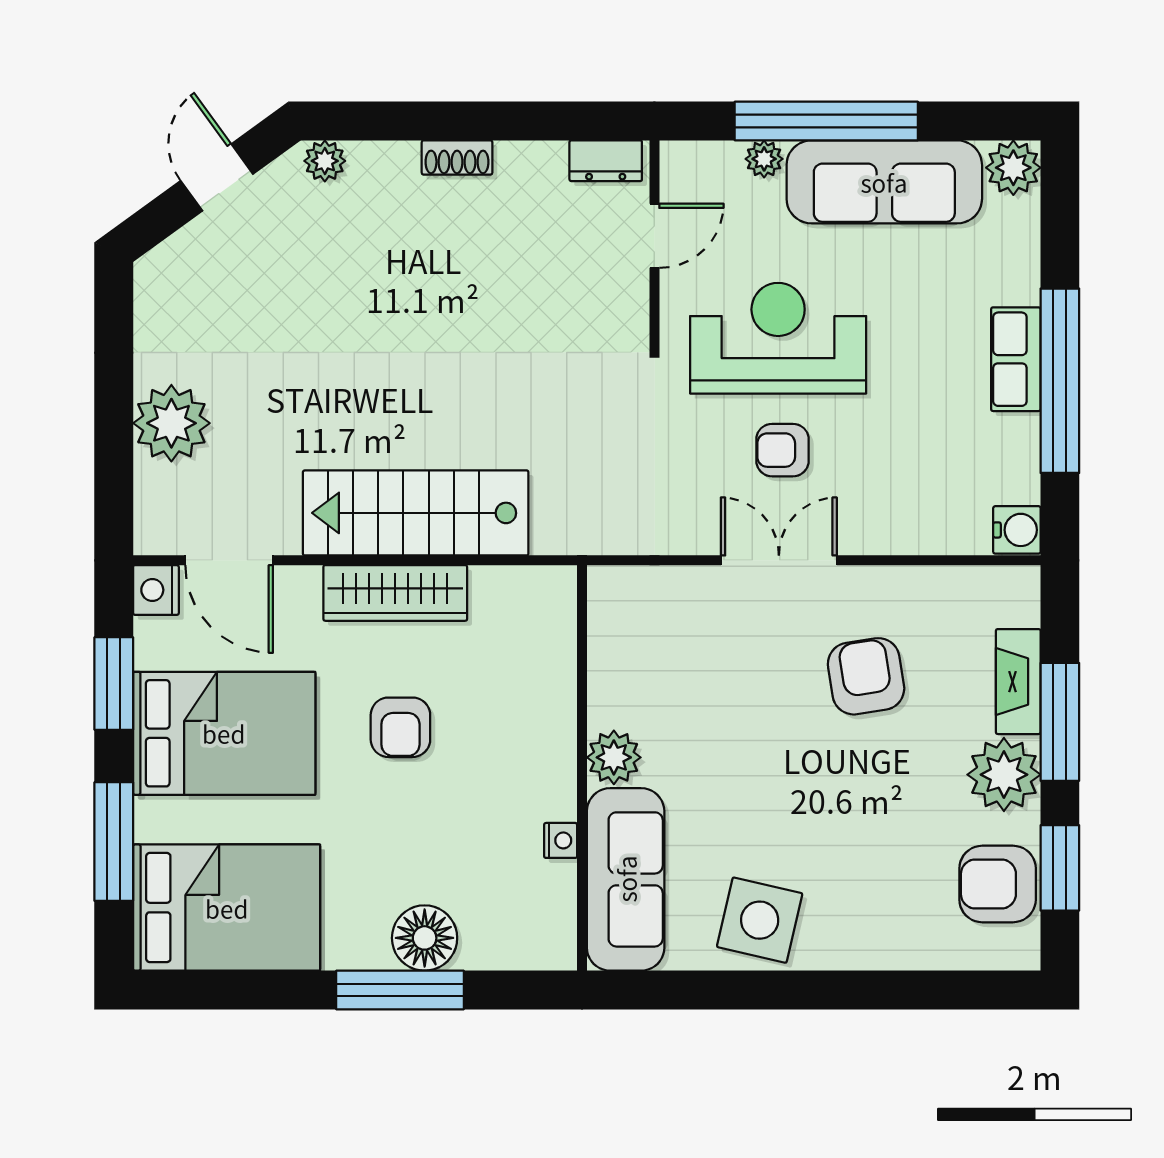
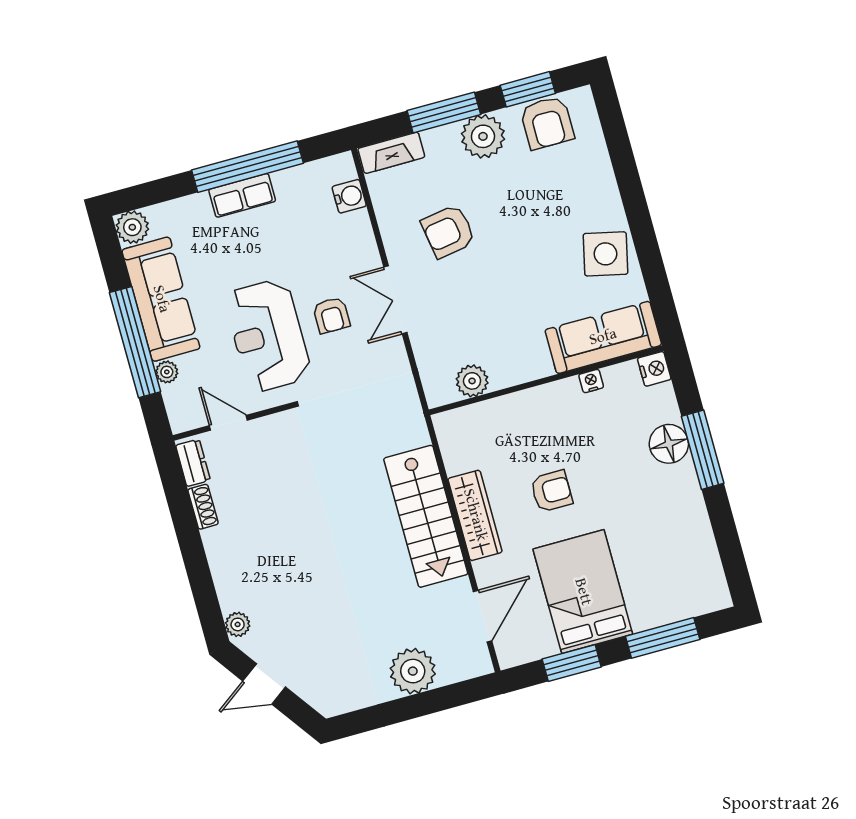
shoe rack: (457, 157) -> (203, 507), moved
water cooler: (1017, 530) -> (349, 196), moved, turned 90
nightstand: (156, 590) -> (654, 369), moved, turned -90
fireplace: (1018, 682) -> (391, 153), moved
plant: (614, 757) -> (472, 381), moved
bed: (227, 908) -> (683, 563), removed

